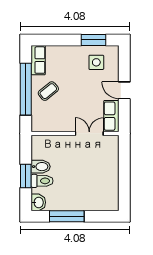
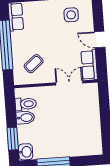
coffee table: (48, 91) -> (34, 64), moved
window: (26, 176) -> (13, 139), moved
toilet: (42, 181) -> (26, 104), moved

